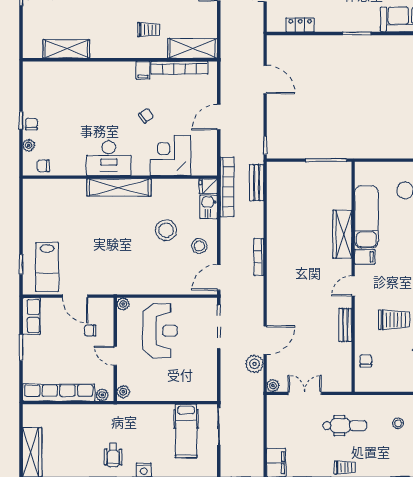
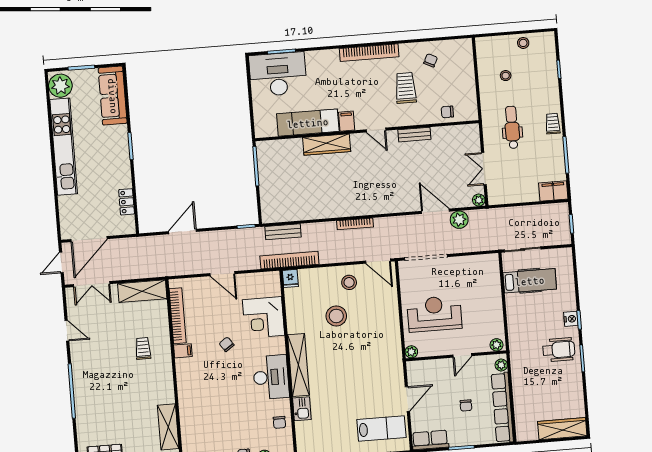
shelving: (193, 48) -> (142, 291), moved, turned 90
chair: (43, 166) -> (279, 422), moved
kitchen sink: (209, 207) -> (302, 409), moved, turned -90
chair: (90, 330) -> (466, 405), moved
wheelchair: (113, 455) -> (559, 350), width x1.36, depth x1.37

